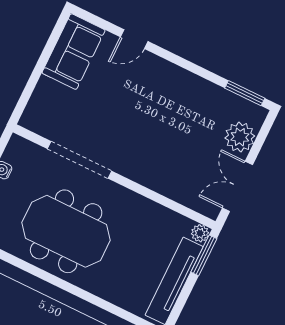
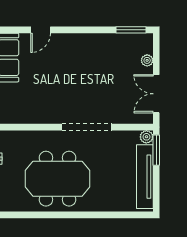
plant: (240, 137) -> (147, 60), width x0.53, depth x0.53
doorway: (80, 160) -> (87, 127), moved

